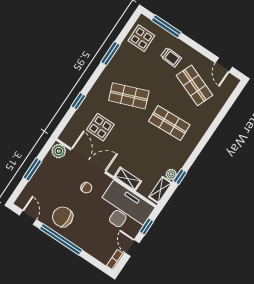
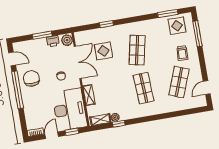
window: (110, 54) -> (168, 13), moved
shop shelf: (129, 96) -> (137, 50), turned 33
printer: (47, 165) -> (53, 41), added
door: (28, 217) -> (12, 59), hinge flipped

